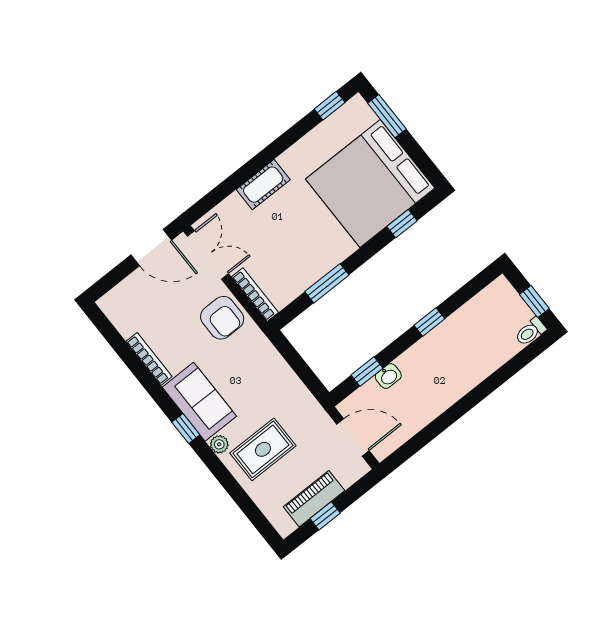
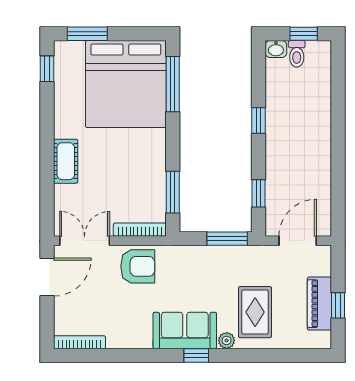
window: (402, 224) -> (173, 84), width x2.17
window: (327, 283) -> (173, 192), moved
toilet: (530, 332) -> (297, 54), moved
bookcase: (149, 359) -> (80, 342), moved
window: (307, 375) -> (227, 239), added
washbasin: (388, 376) -> (276, 49), moved, turned 90

